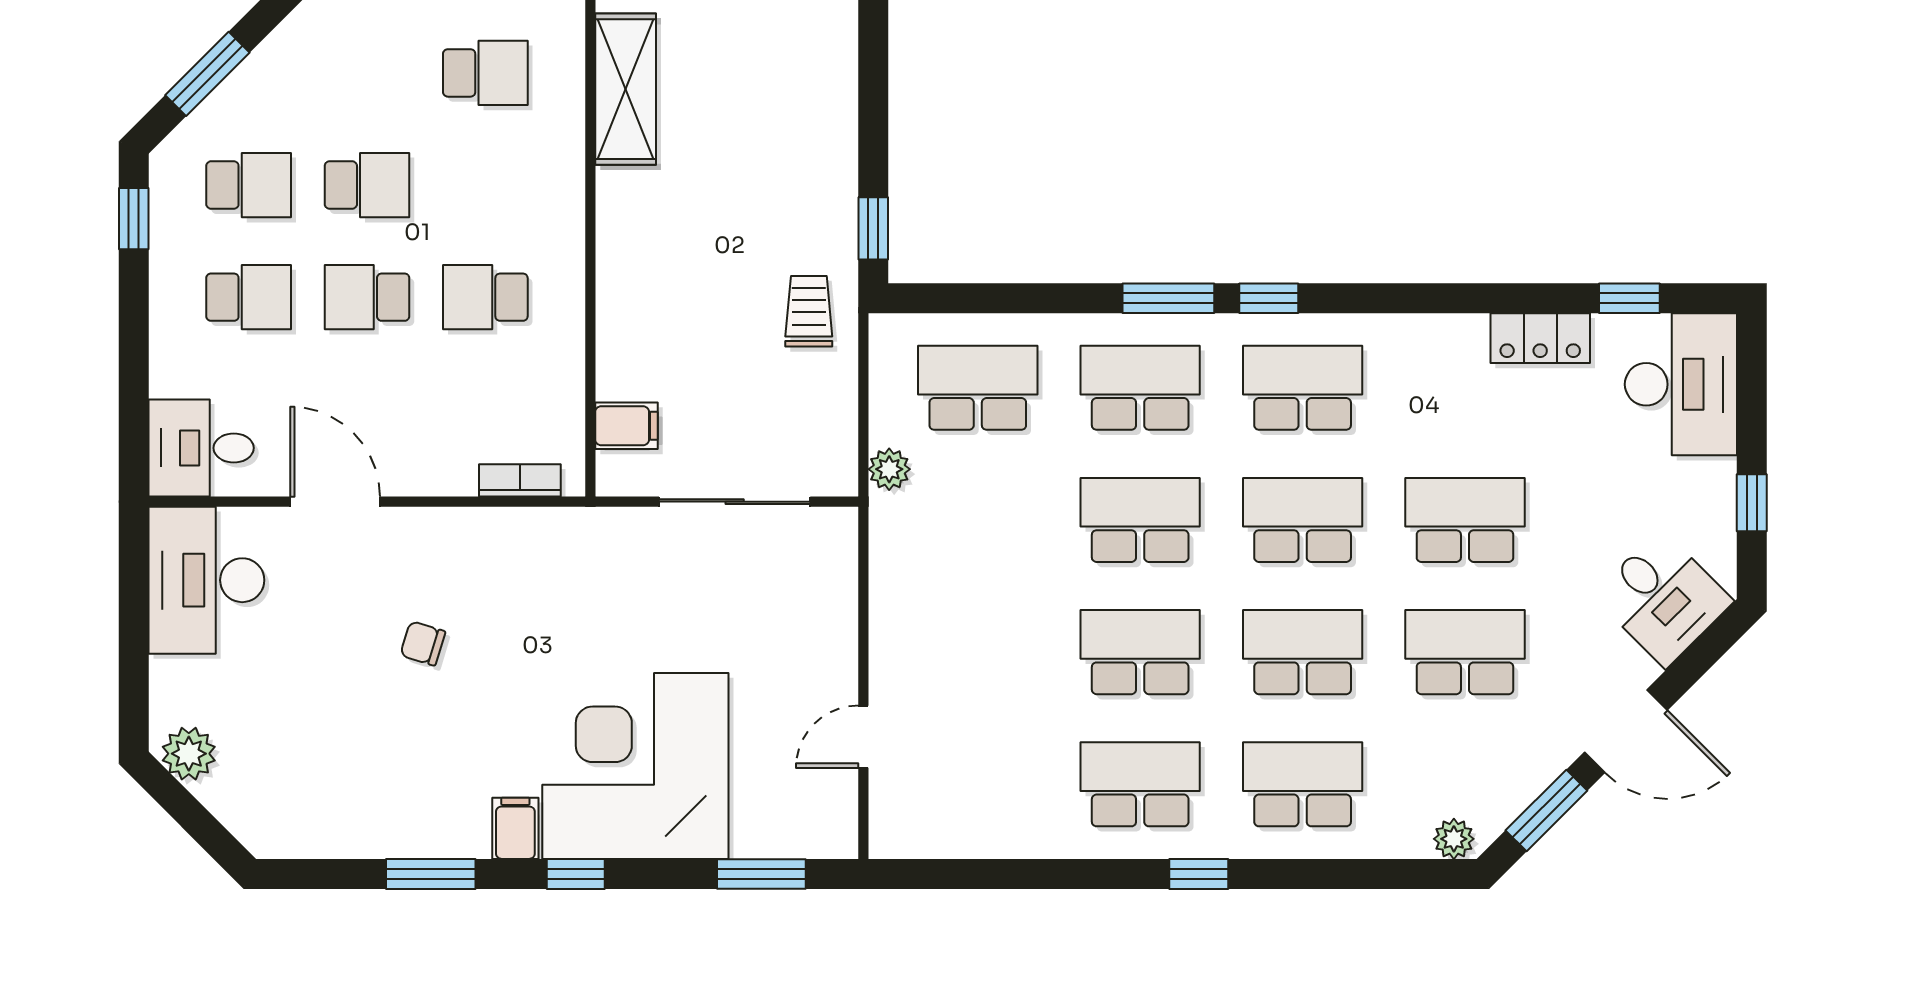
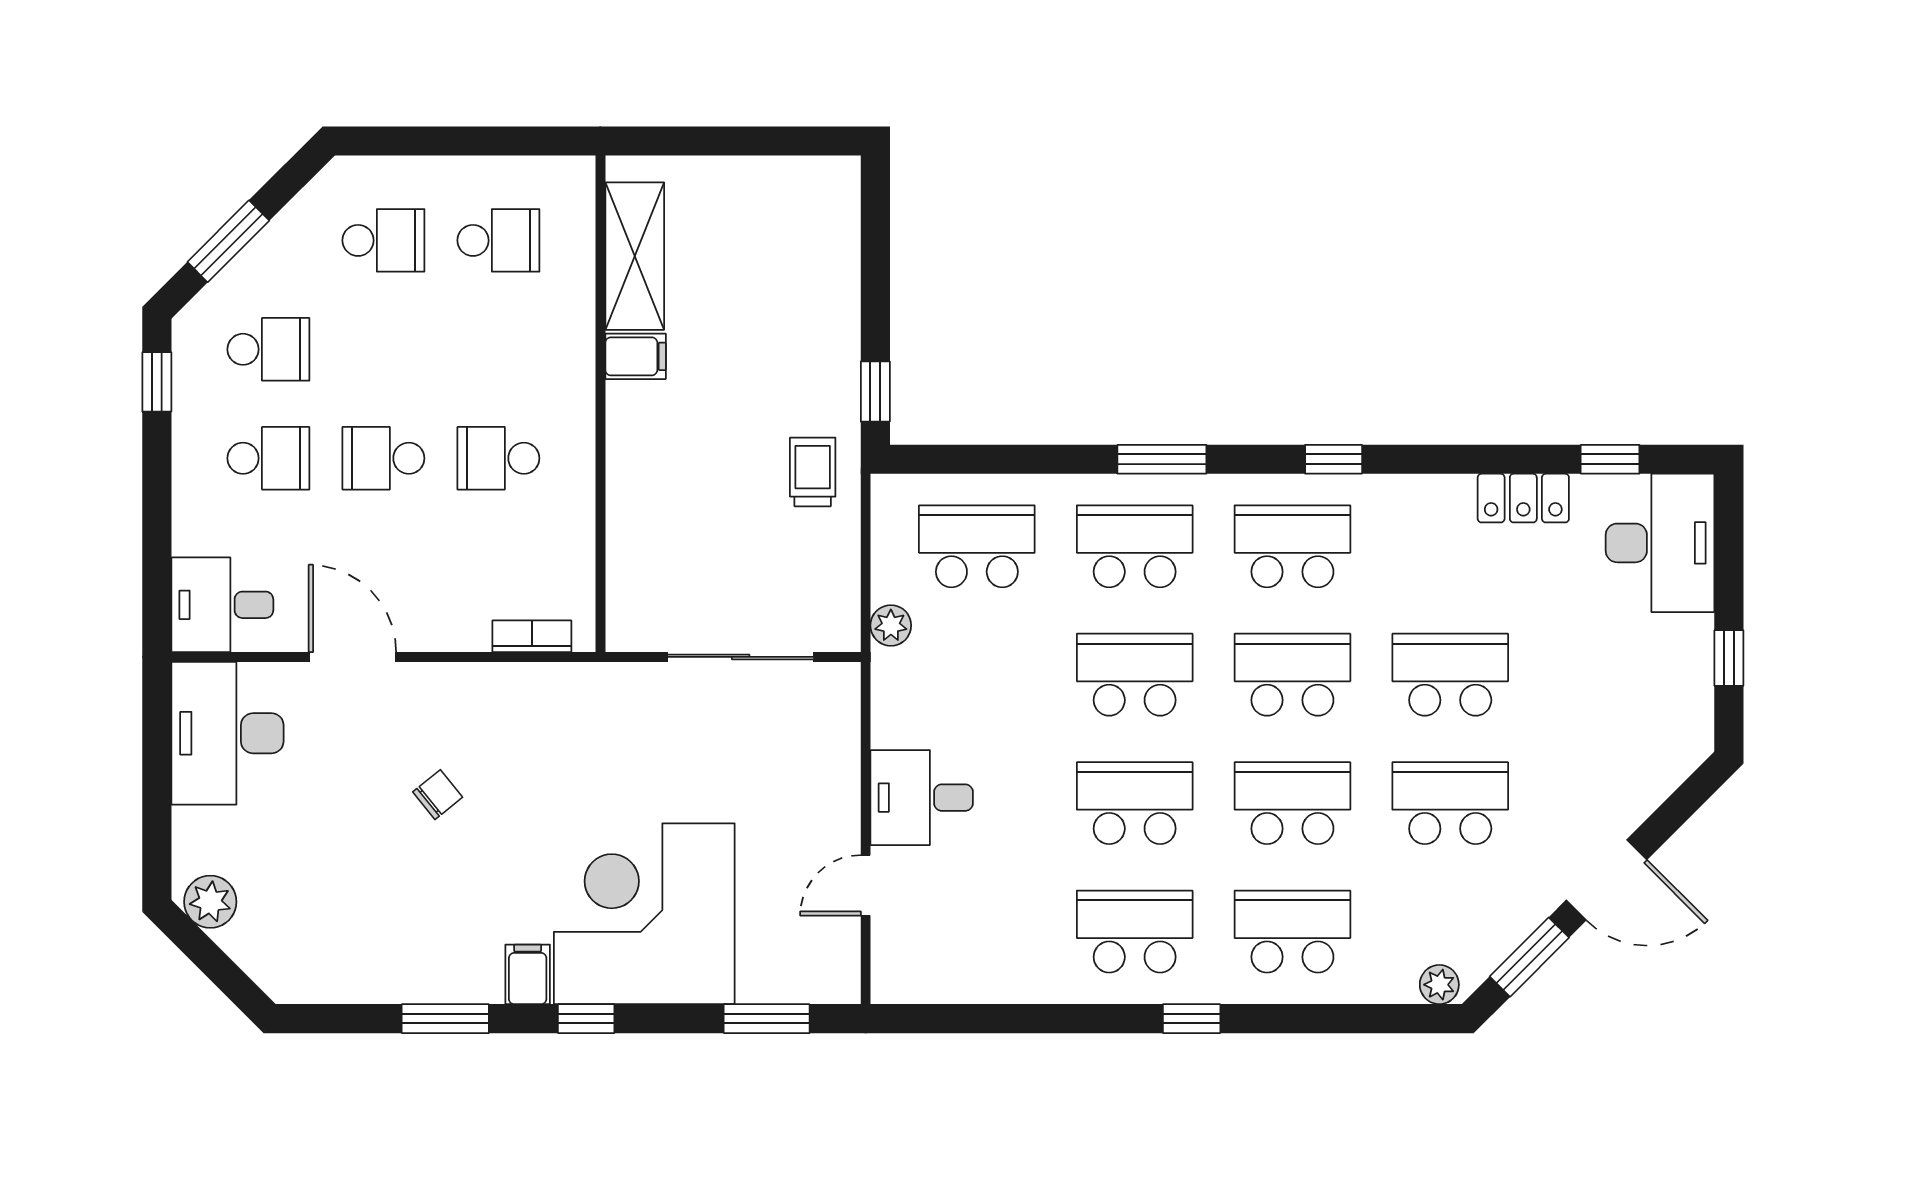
school desk: (367, 185) -> (383, 240), moved
window: (1269, 298) -> (1334, 459), moved
filing cabinet: (626, 426) -> (636, 356), moved
desk: (1663, 598) -> (922, 798), moved, turned 135
chair: (423, 643) -> (438, 795), turned 124

